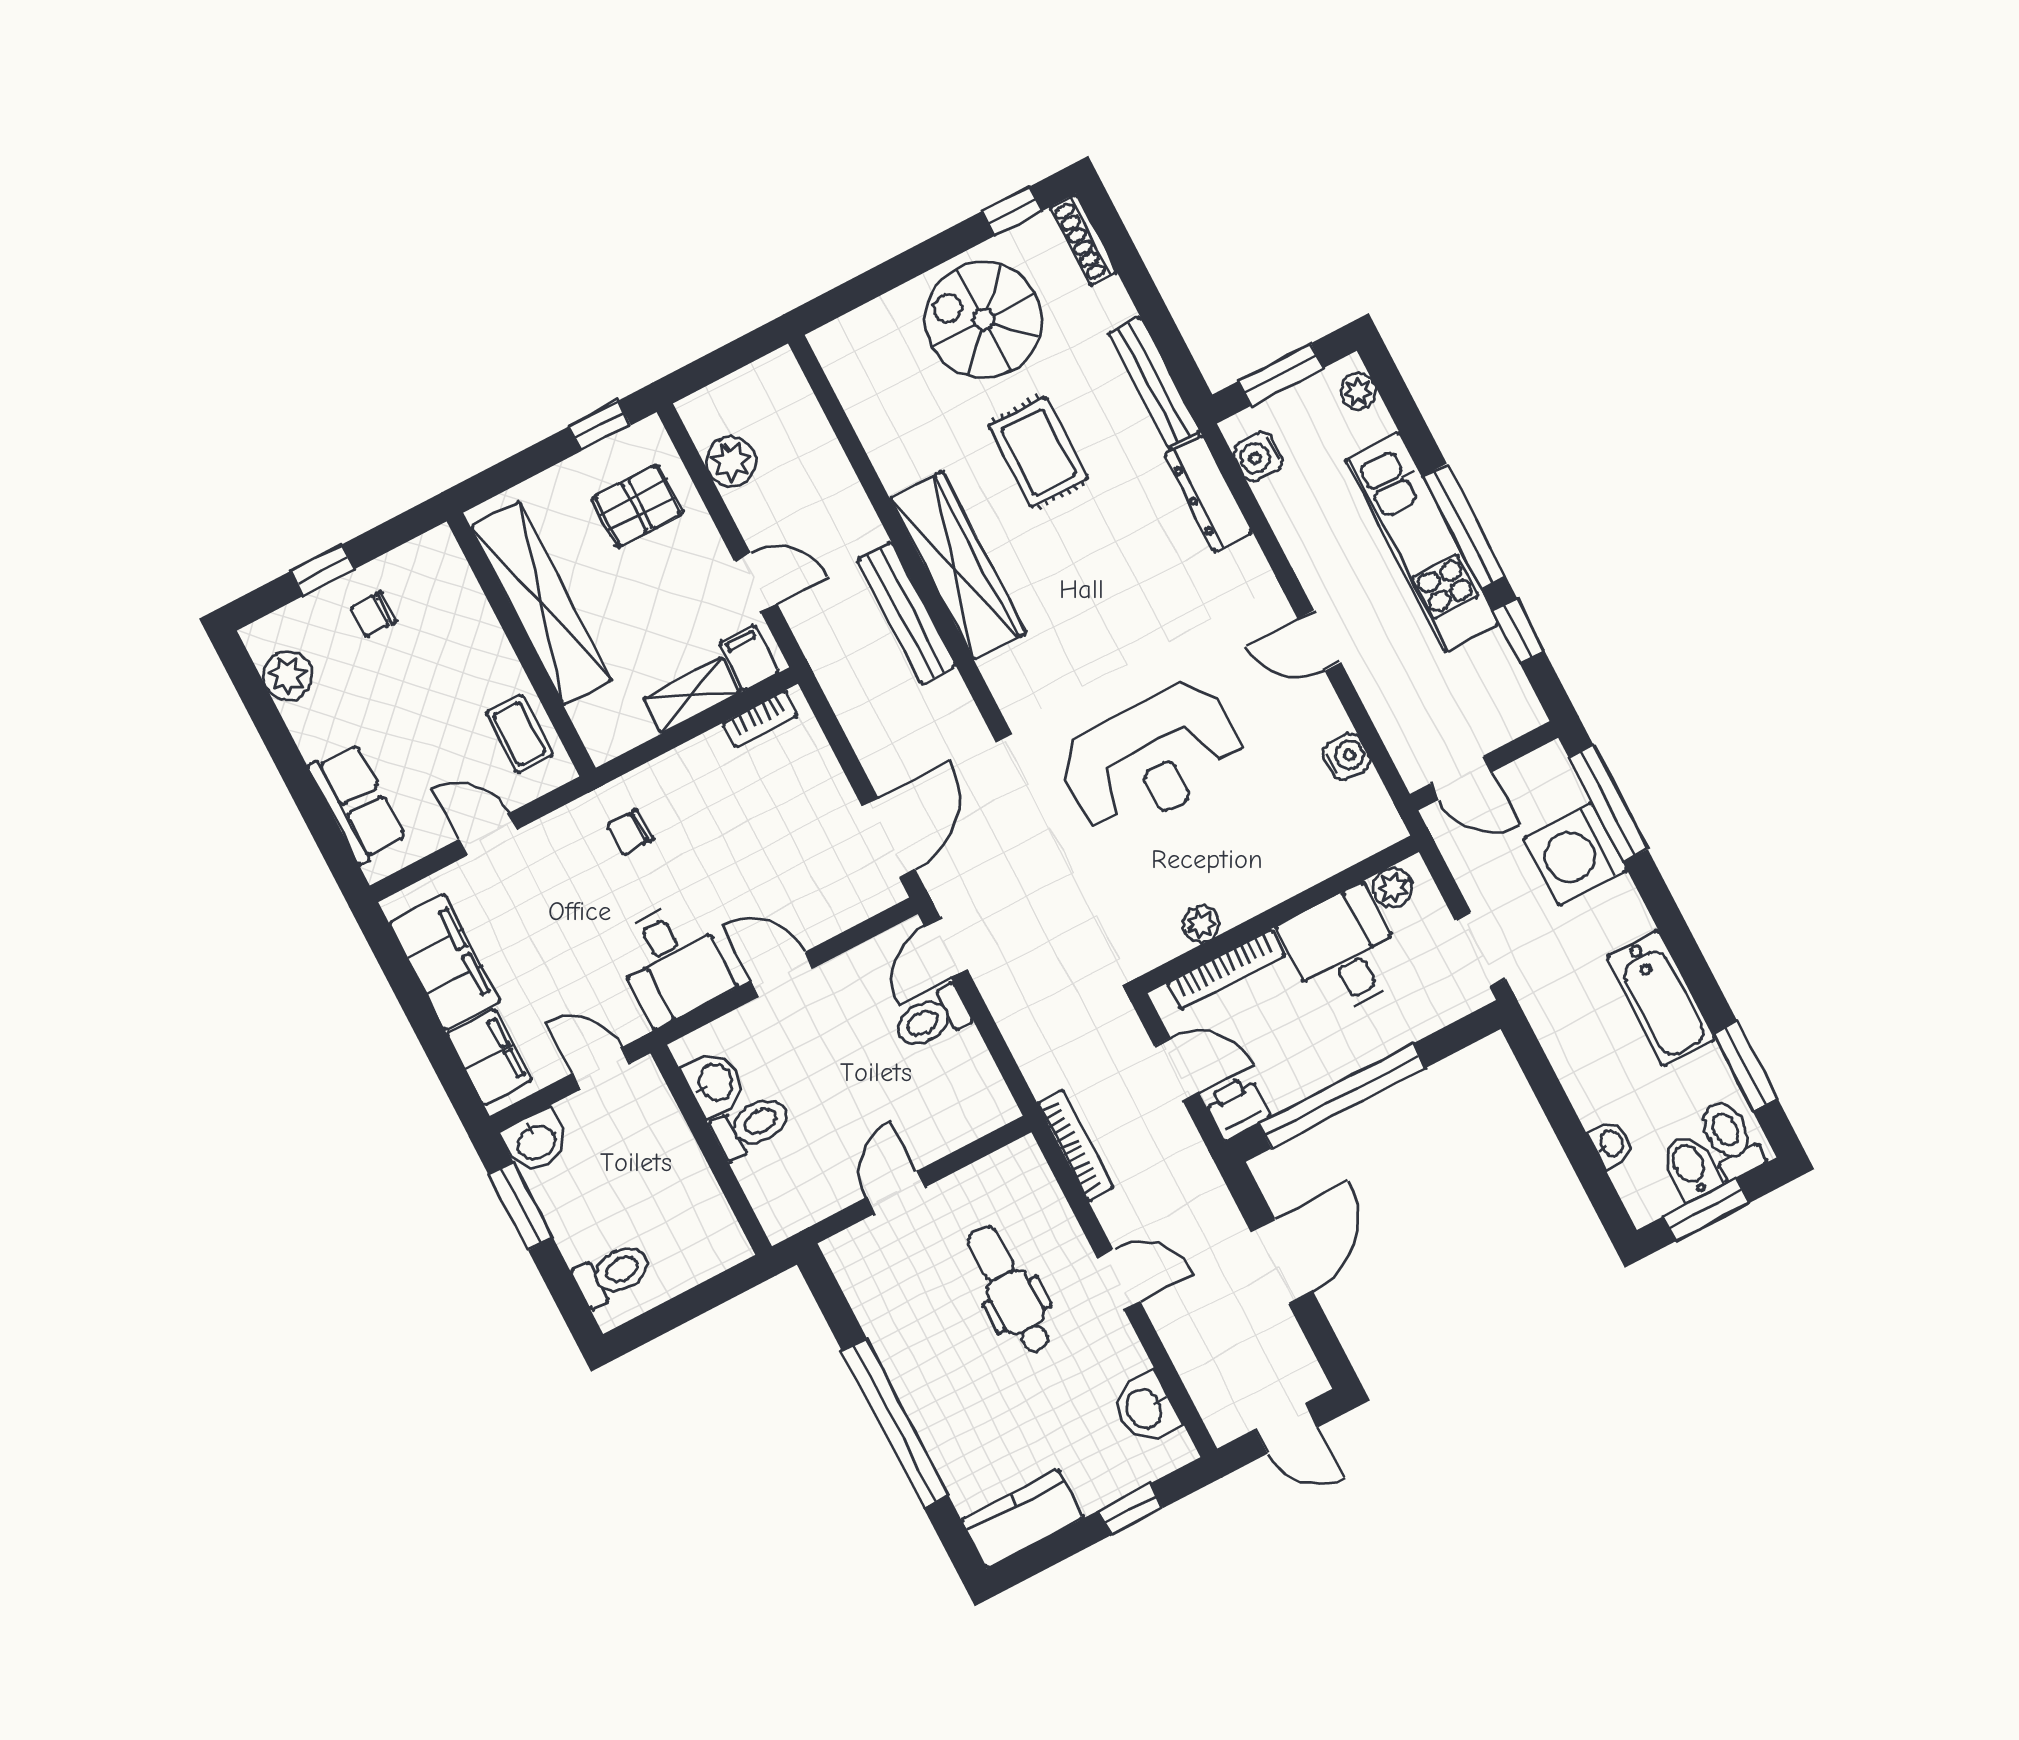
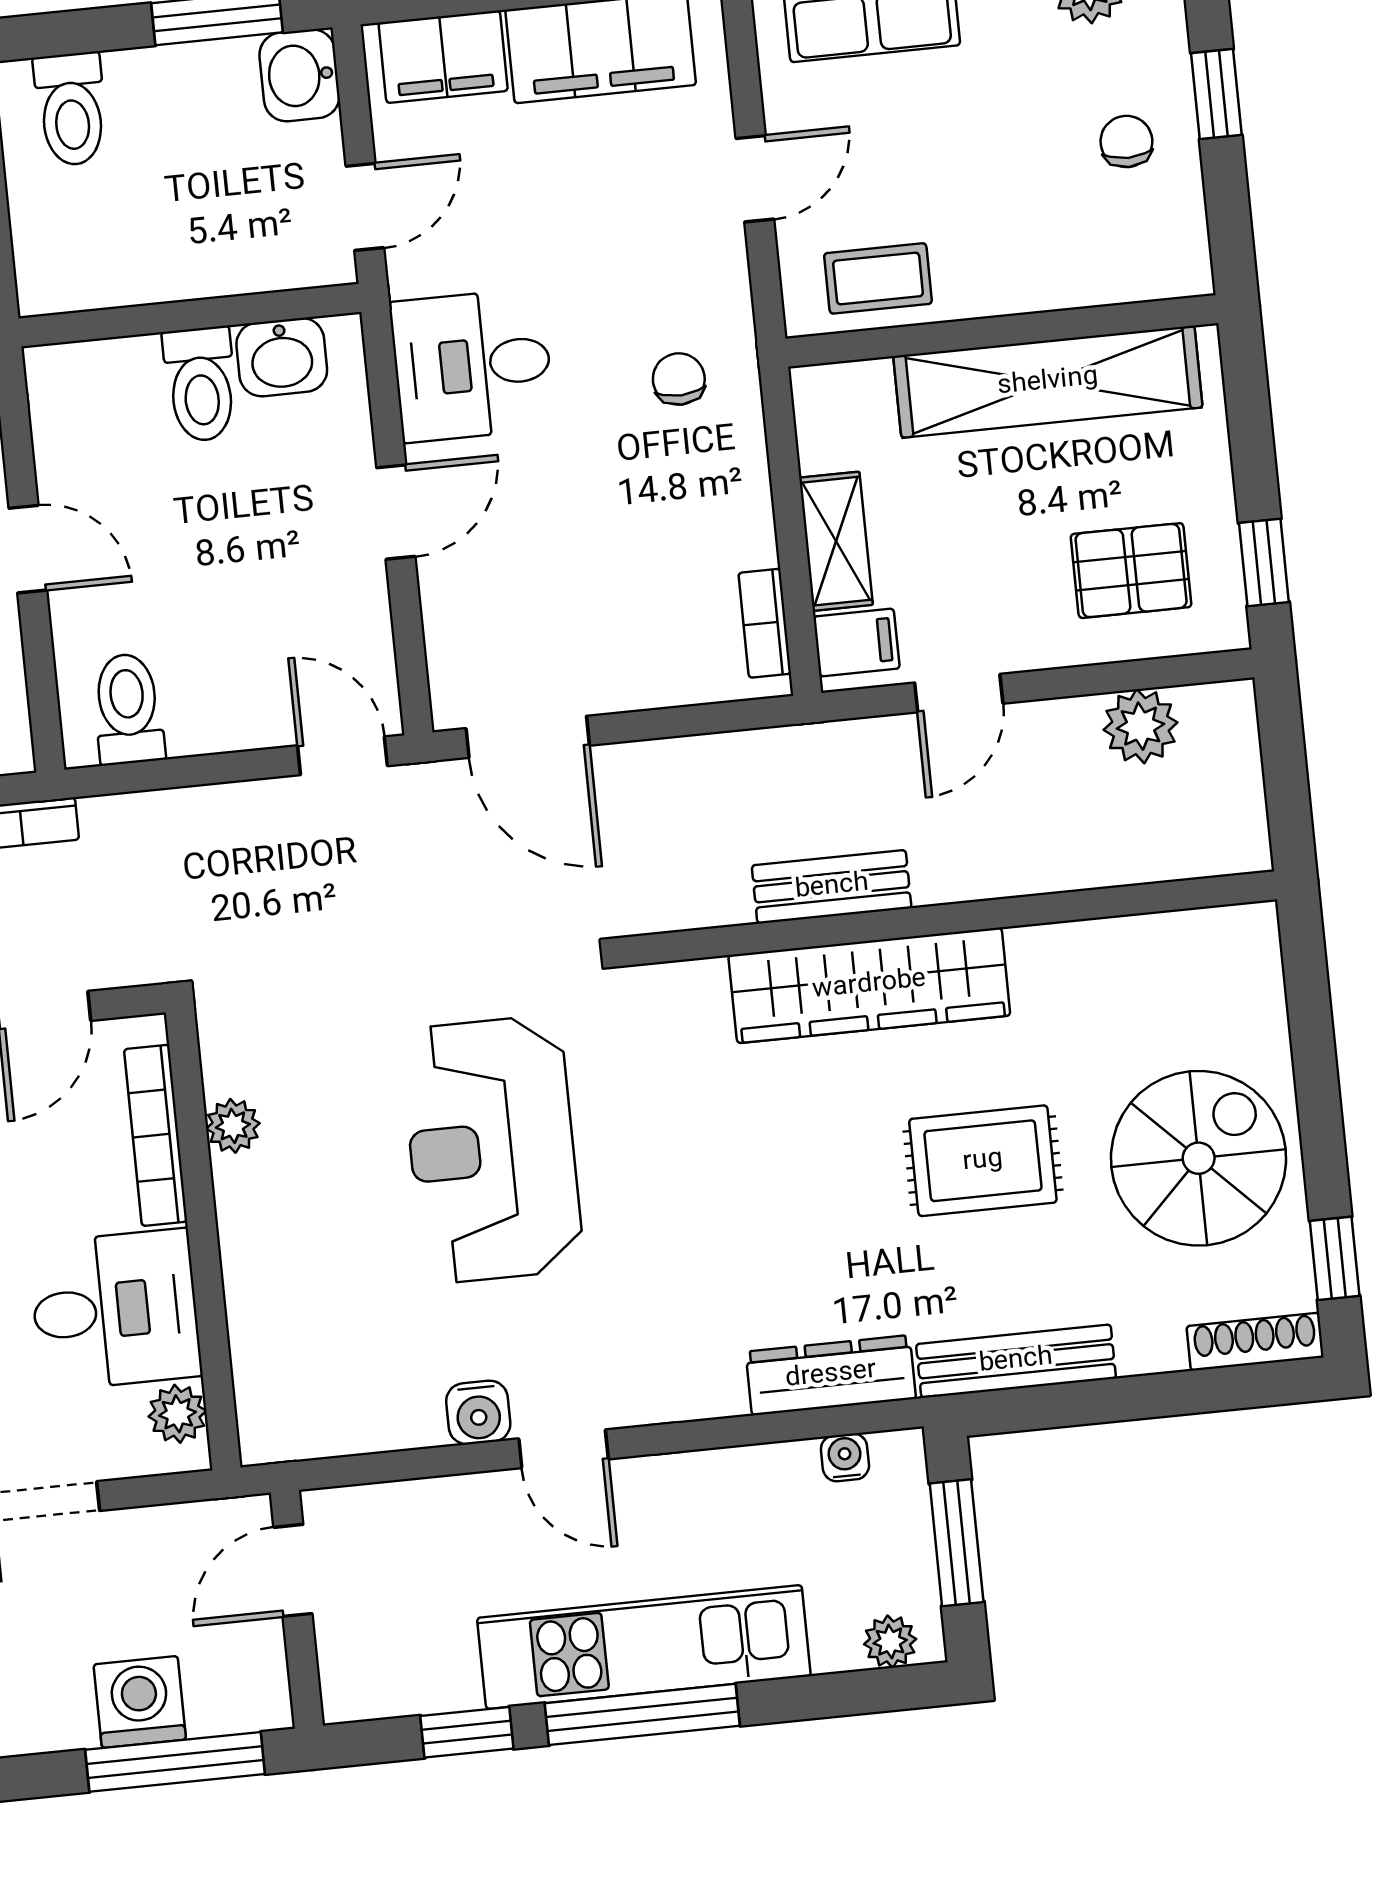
water cooler: (1258, 457) -> (845, 1457), width x0.72, depth x0.72
pallet: (638, 506) -> (1131, 571), turned 90
bench: (906, 613) -> (832, 887), width x0.73
door: (1319, 641) -> (564, 1449), swing flipped
water cooler: (1346, 757) -> (478, 1412), moved
washing machine: (1575, 854) -> (140, 1702), width x0.73, depth x0.73
toilet: (932, 1018) -> (128, 709), moved

